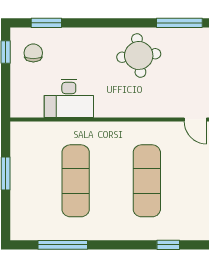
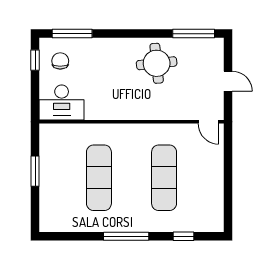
window: (46, 23) -> (72, 34), width x1.44
desk: (69, 98) -> (62, 102), moved
window: (63, 245) -> (126, 236), moved

